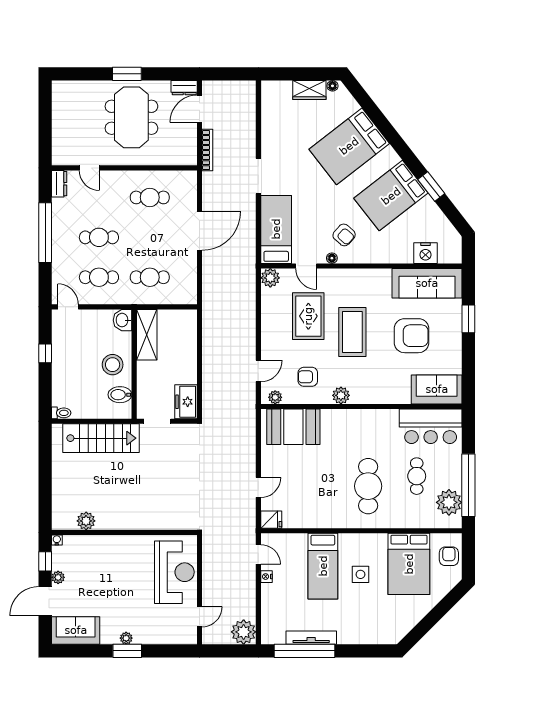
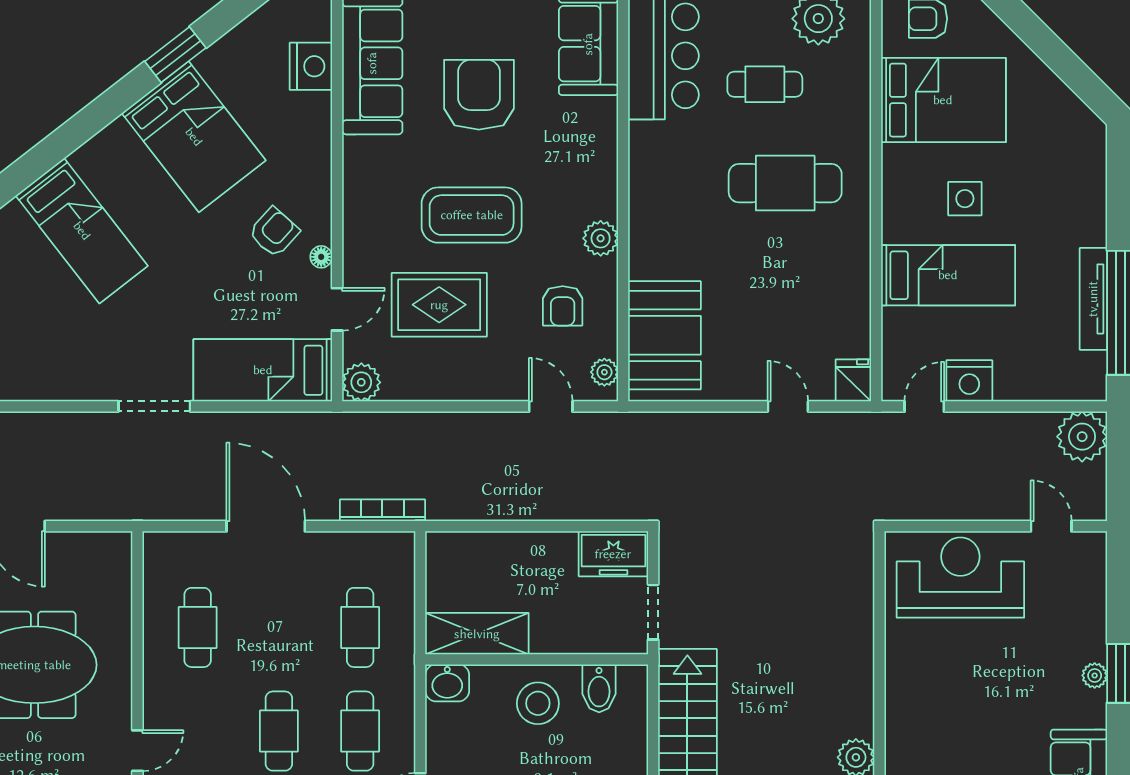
bed: (349, 146) -> (82, 231), width x0.67
bookcase: (207, 150) -> (382, 510), moved
nightstand: (266, 577) -> (969, 381), width x1.89, depth x1.79

